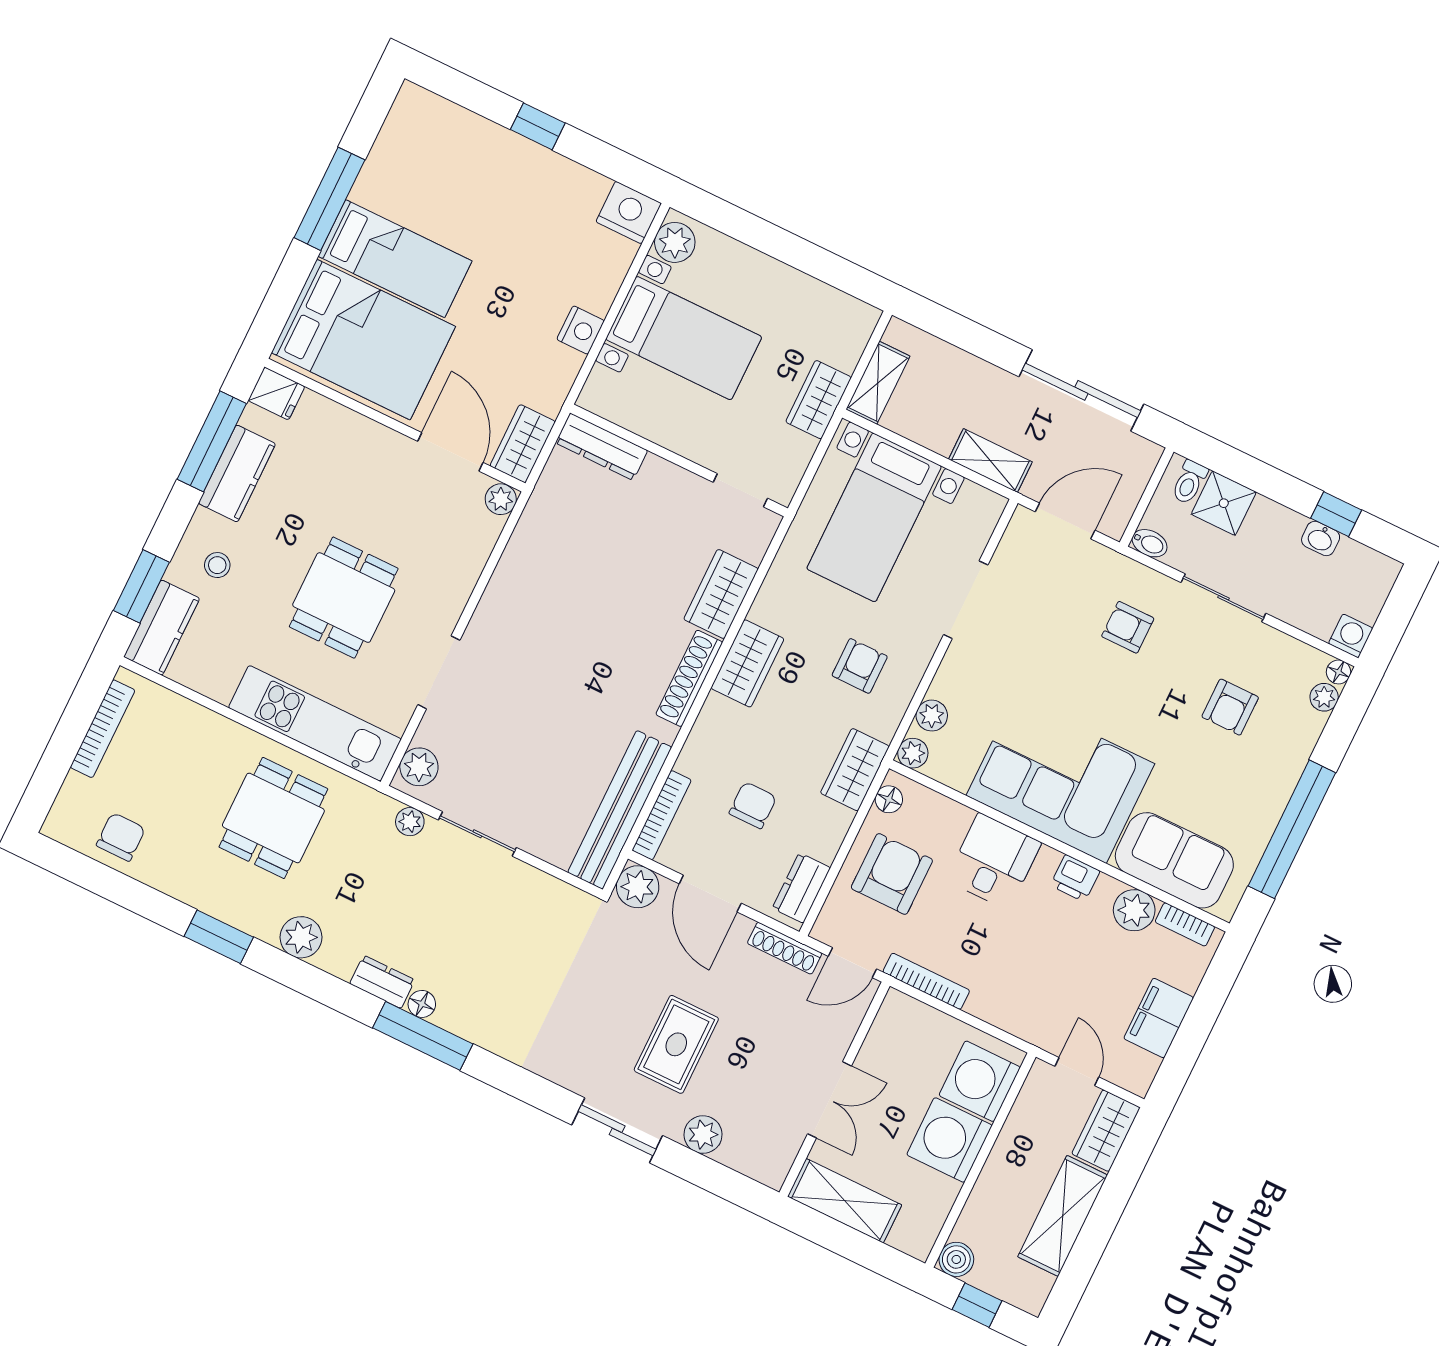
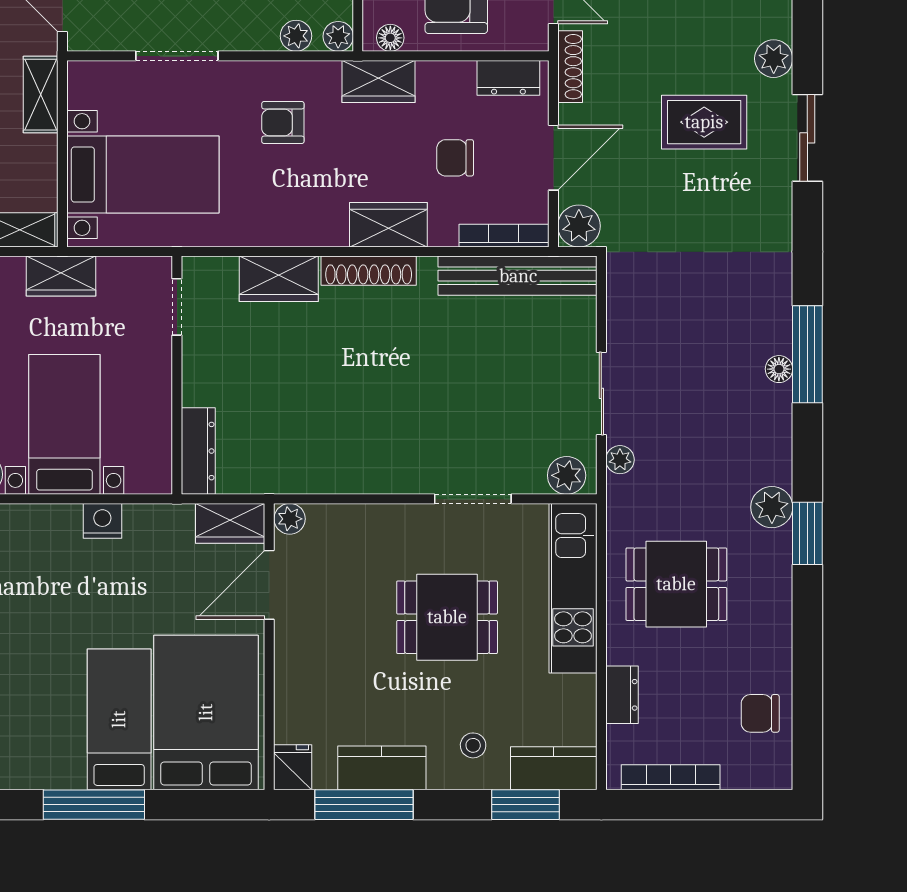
wardrobe: (747, 663) -> (388, 225), moved
window: (219, 937) -> (807, 533), moved
dresser: (382, 982) -> (622, 695), moved, turned 180

